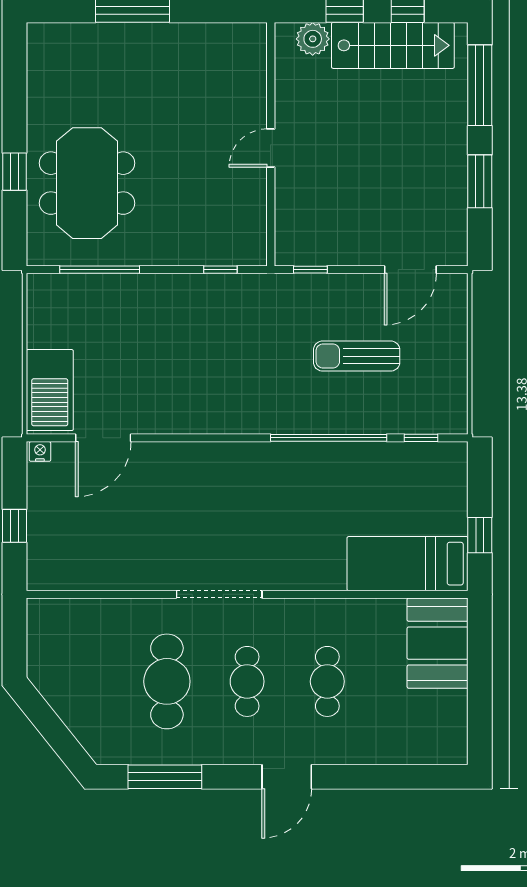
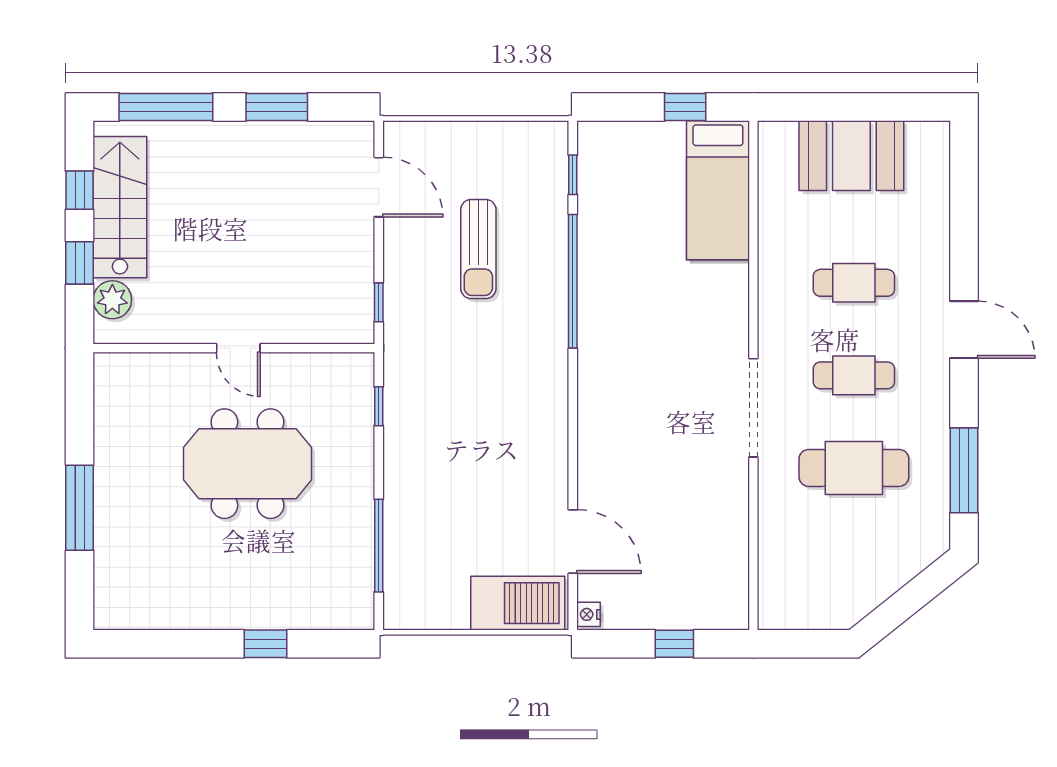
meeting table: (87, 183) -> (247, 464), moved
booth: (438, 643) -> (851, 156), moved

